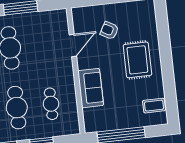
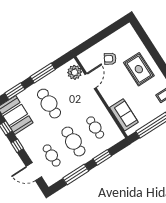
plant: (59, 26) -> (75, 72), added
sofa: (91, 88) -> (124, 115), moved

